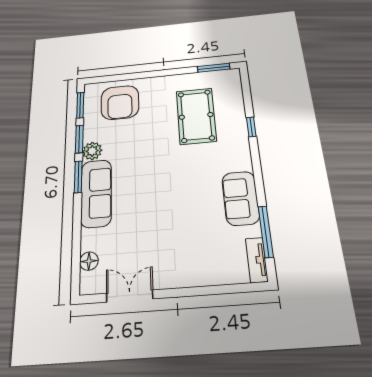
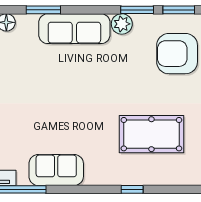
window: (78, 177) -> (43, 10), moved

